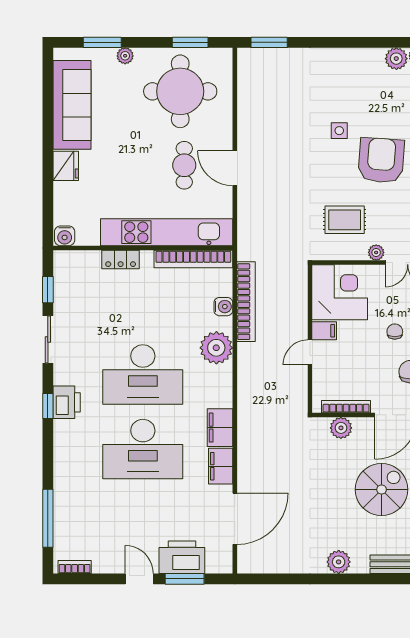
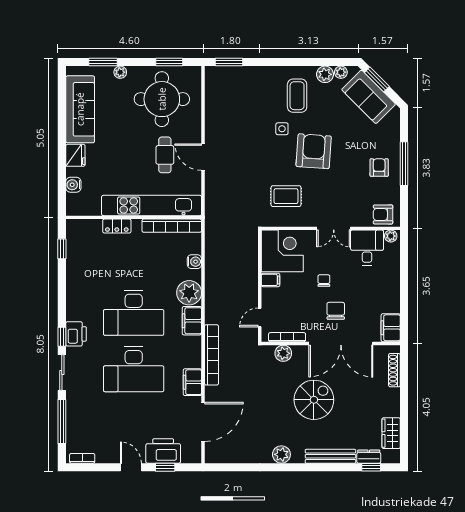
coffee table: (359, 87) -> (297, 96), added
water cooler: (65, 236) -> (73, 185), moved, turned 90
plant: (376, 252) -> (310, 221), removed
bookcase: (246, 302) -> (211, 355), moved
sliding door: (48, 339) -> (62, 373), moved
door: (310, 352) -> (260, 317), moved
filing cabinet: (220, 428) -> (192, 321), moved
window: (185, 579) -> (165, 467), width x0.67

